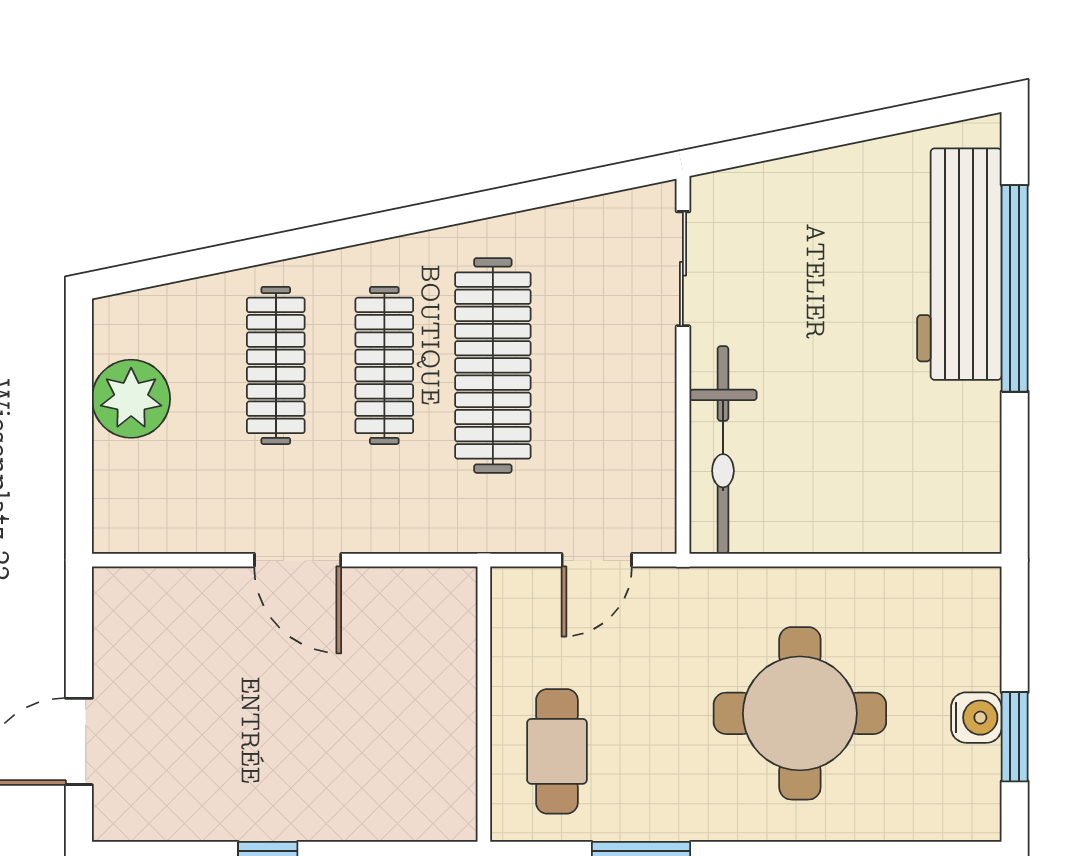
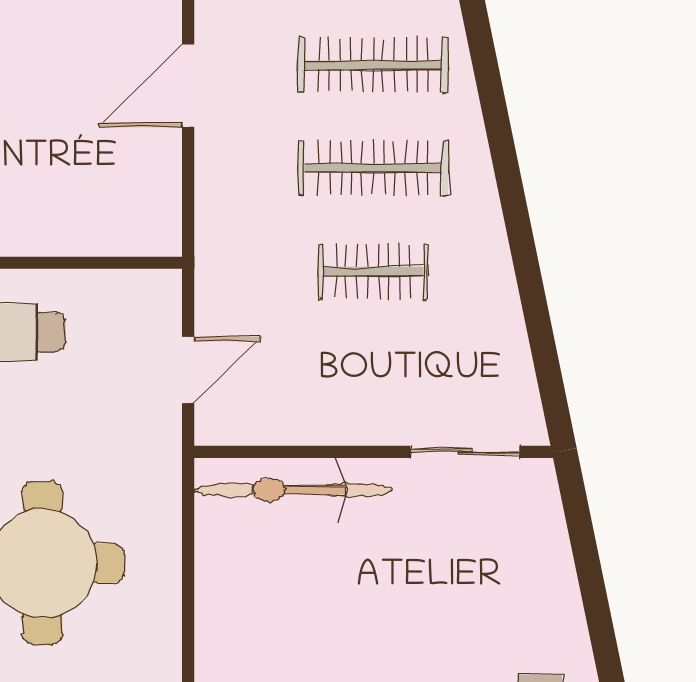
clothes rail: (493, 365) -> (373, 271), width x0.54, depth x0.76
door: (597, 560) -> (188, 370), swing flipped

